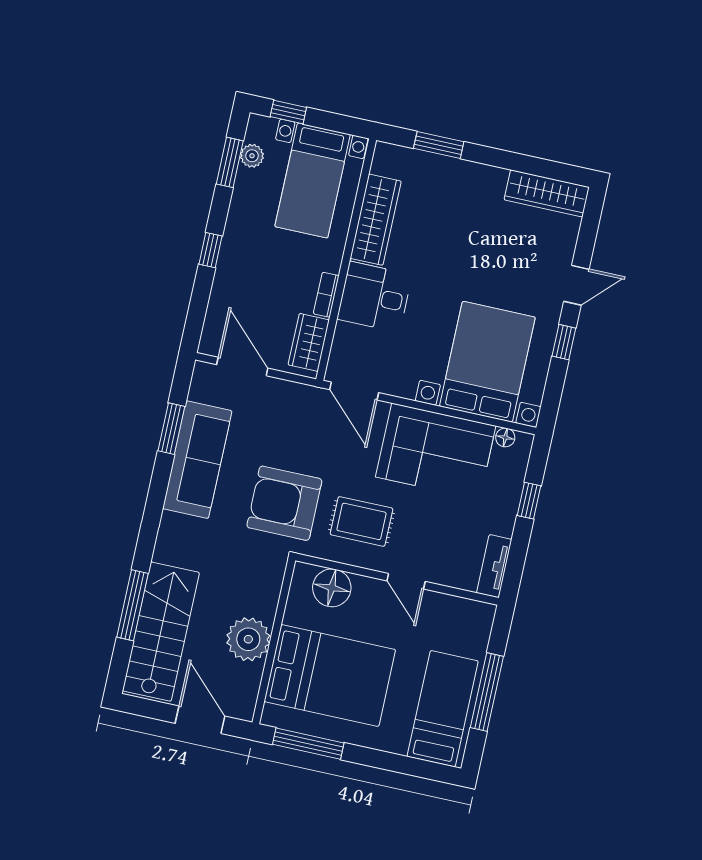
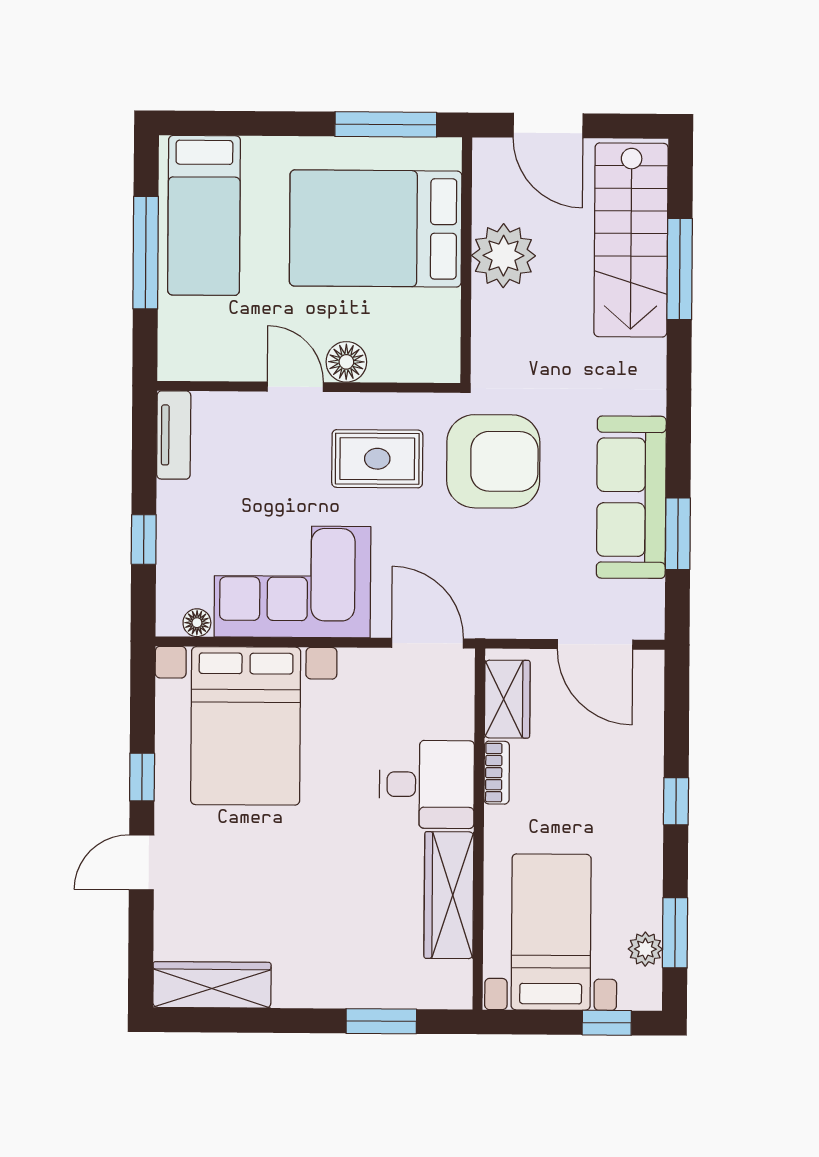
floor lamp: (332, 588) -> (346, 362), moved, width x0.73, depth x0.73

